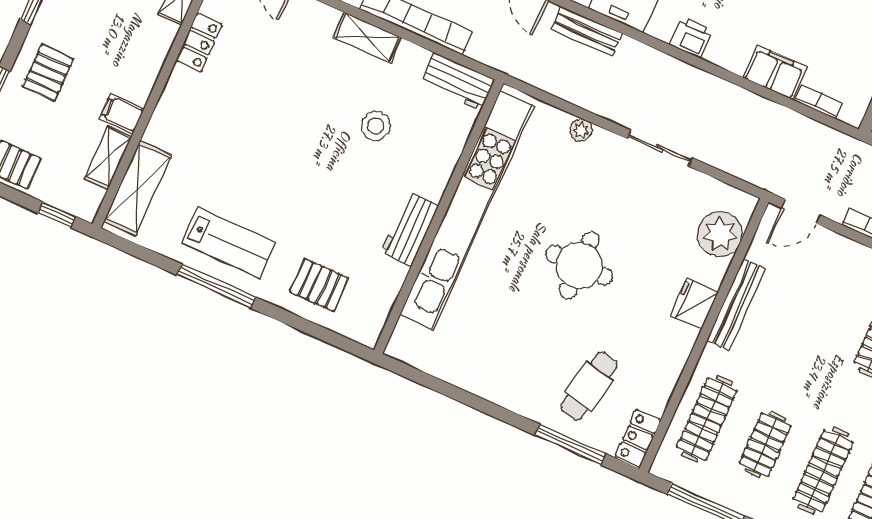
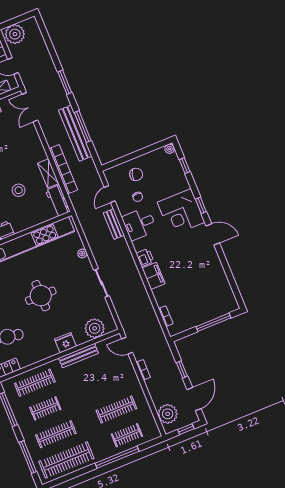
shelving: (367, 37) -> (48, 173), moved
filing cabinet: (775, 72) -> (153, 276), moved

